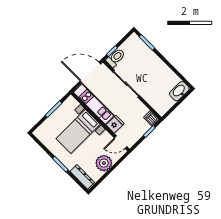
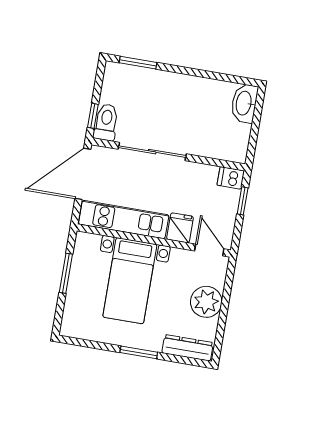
door: (121, 142) -> (209, 250), swing flipped

